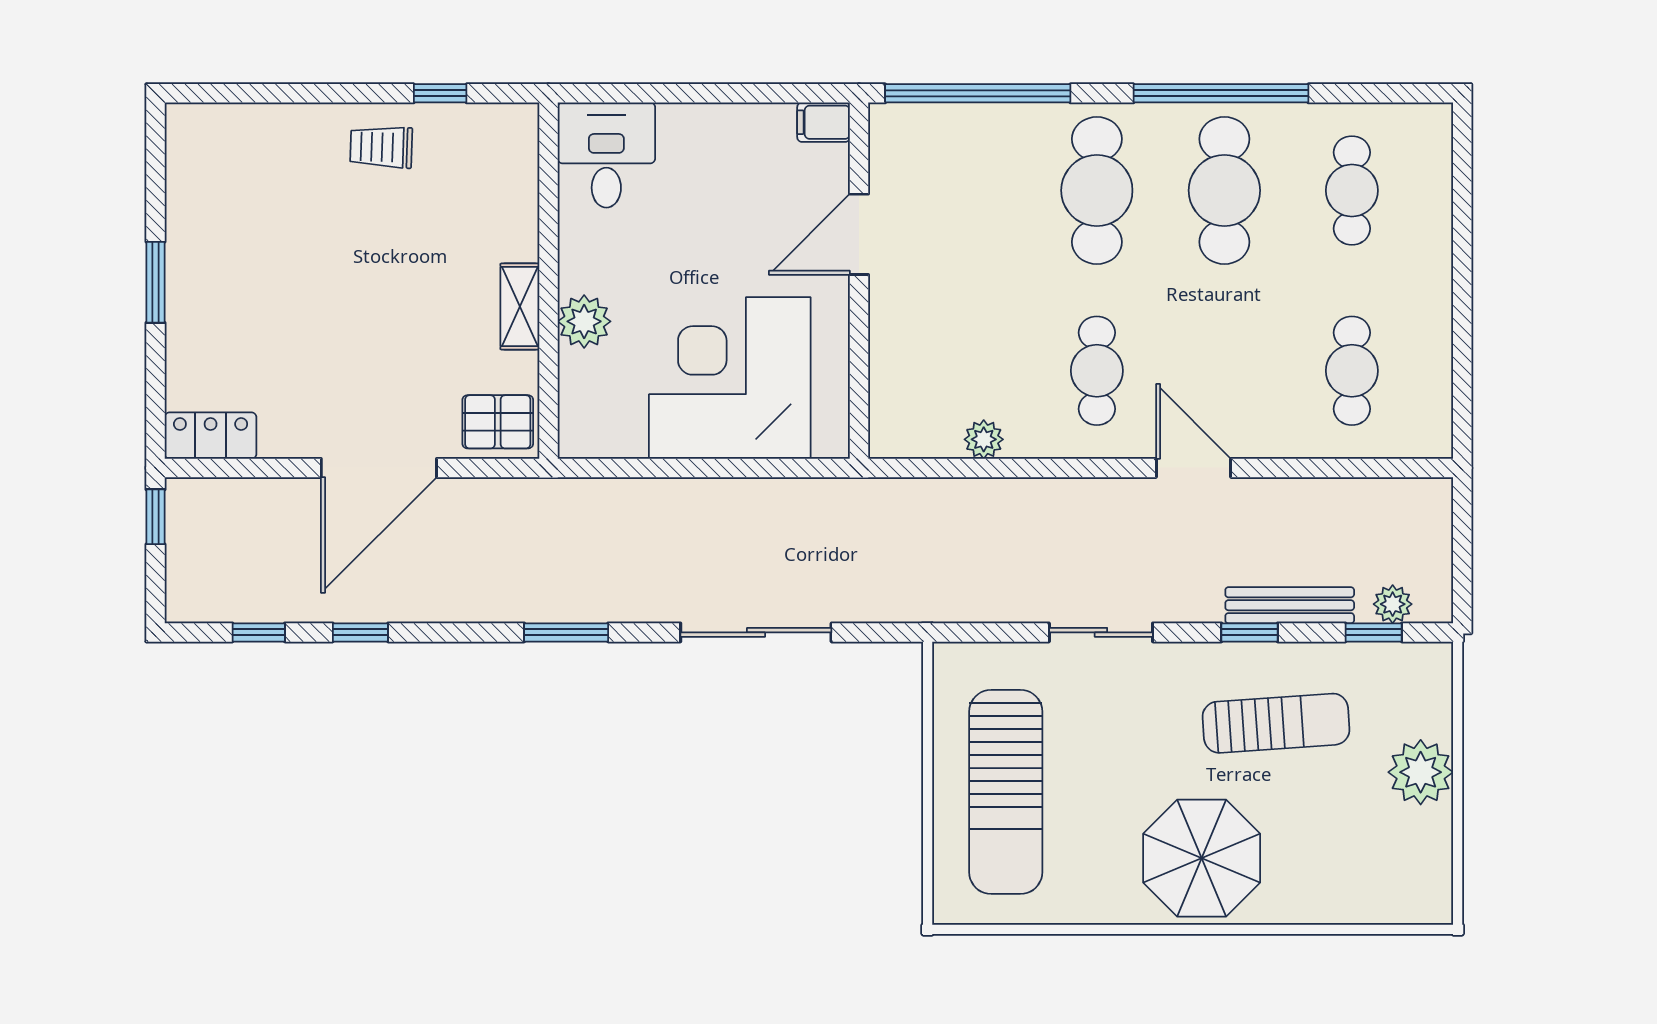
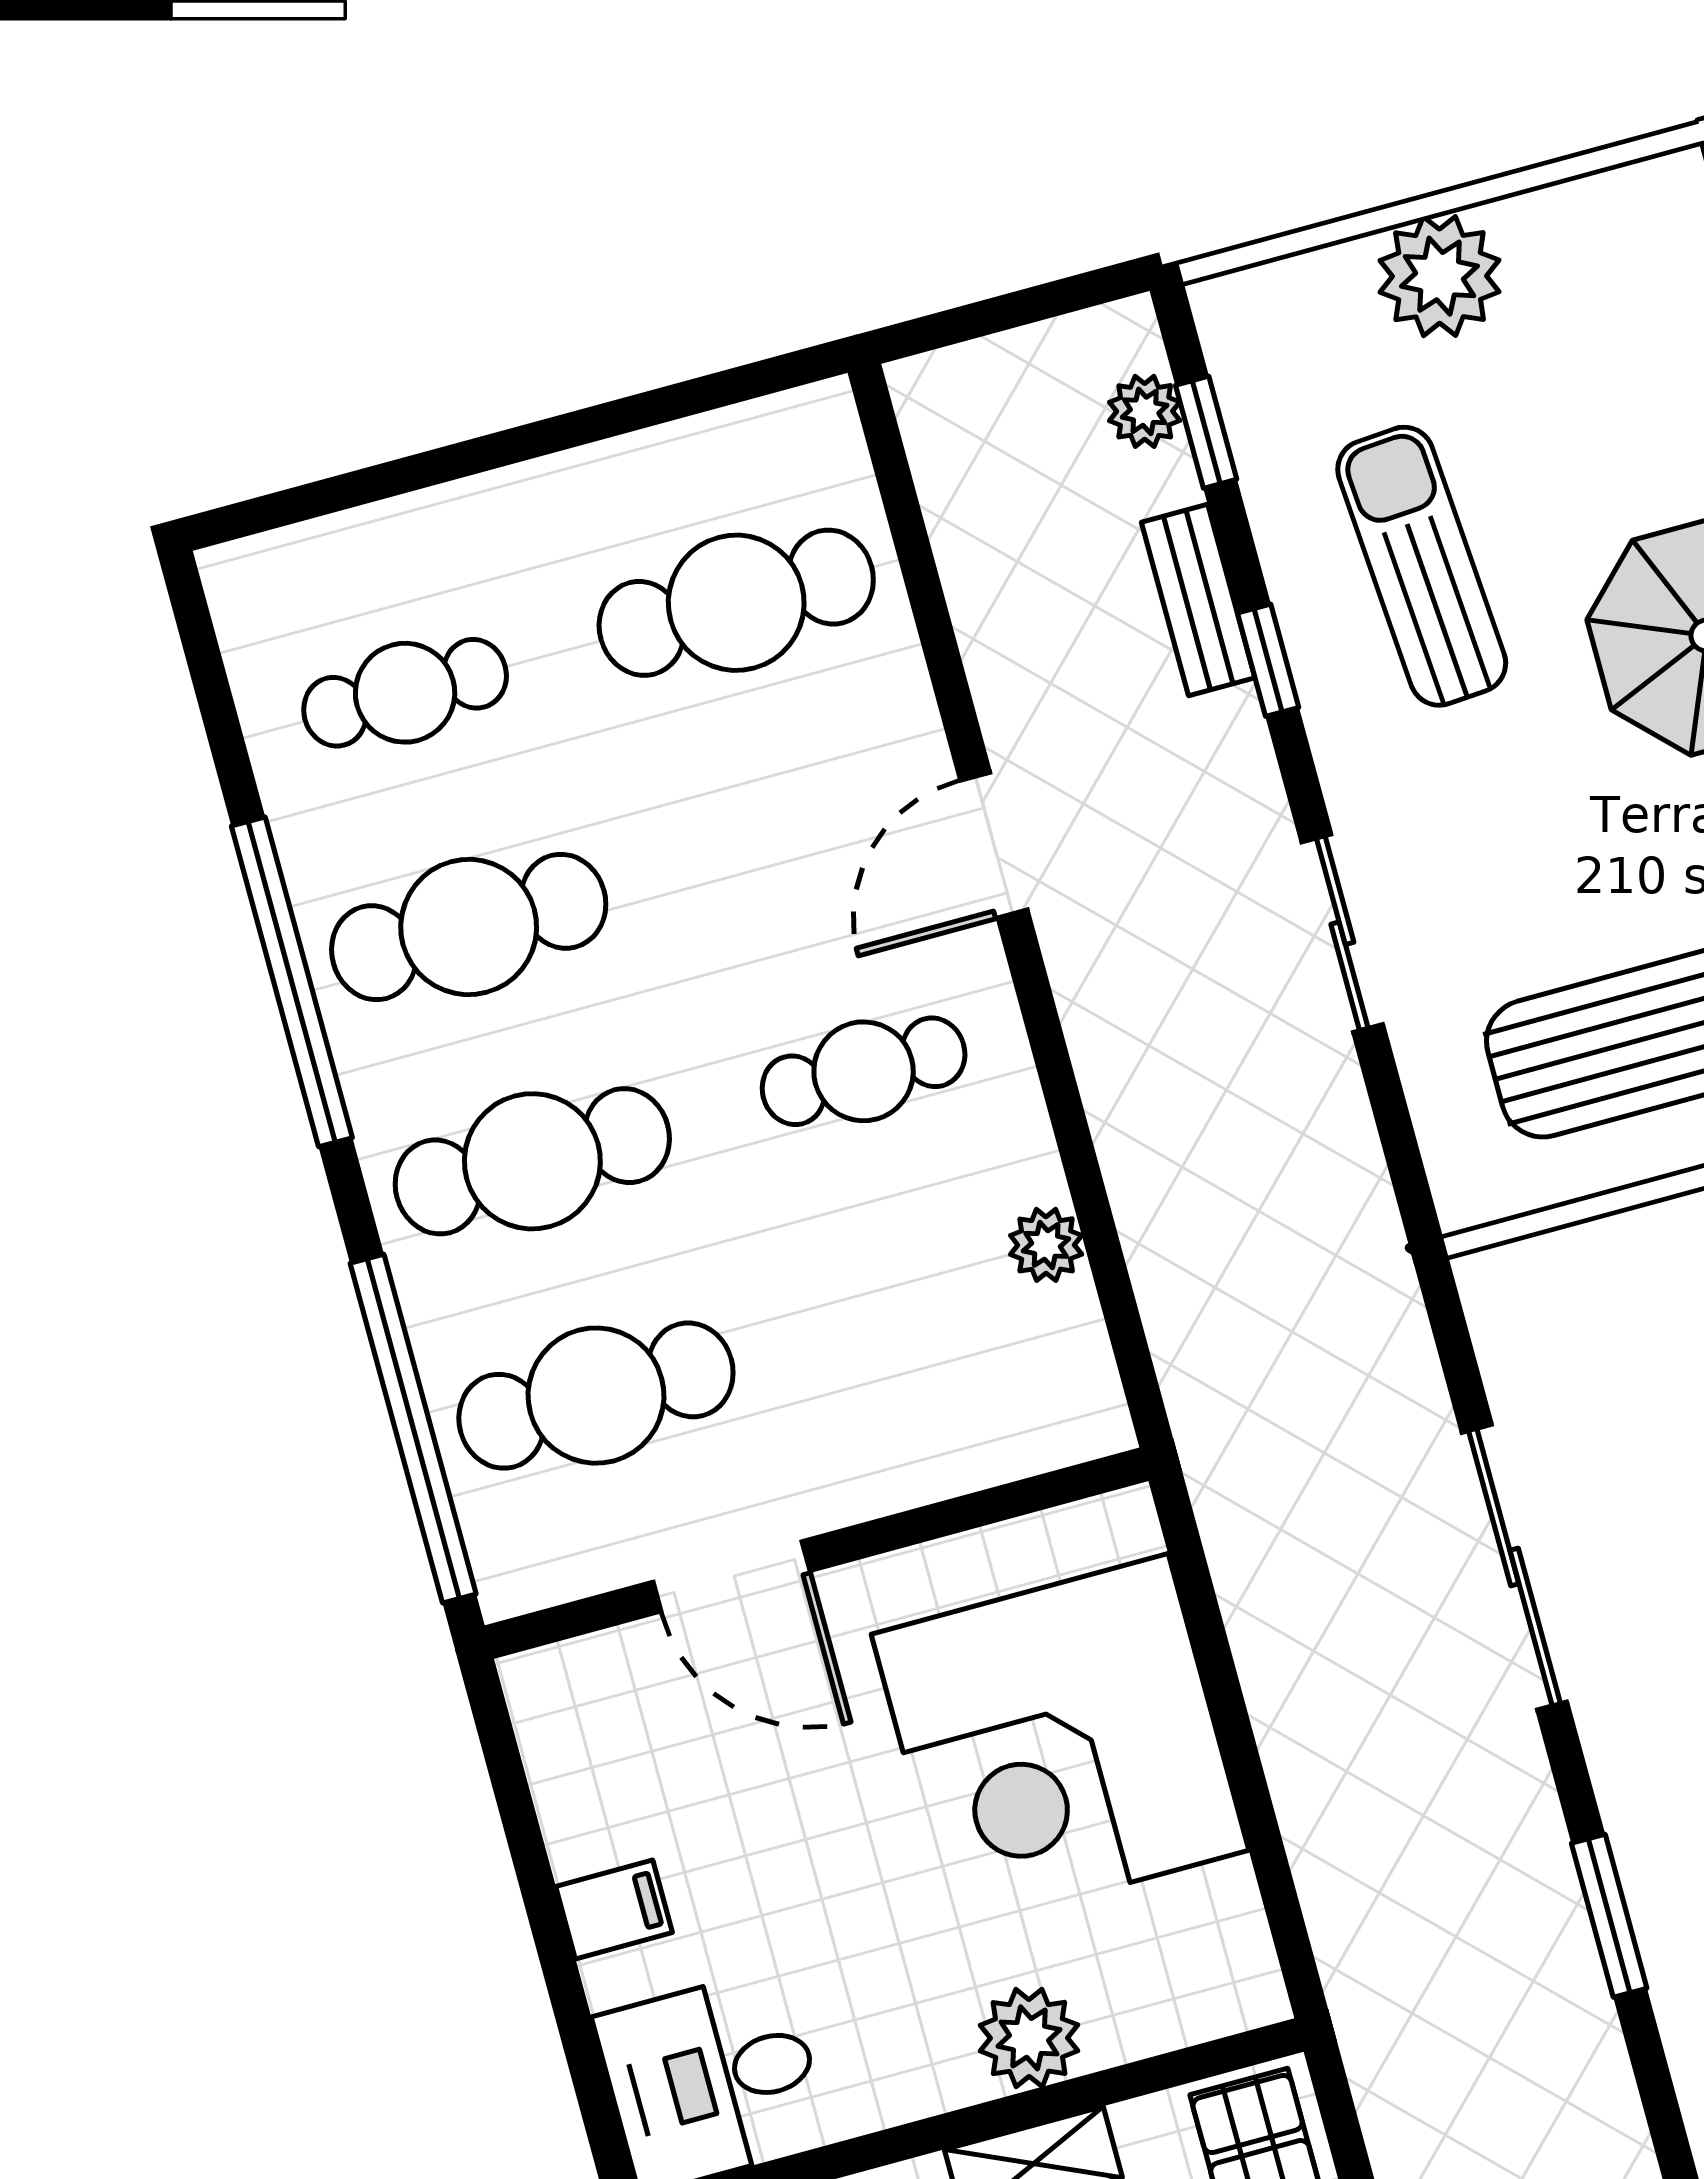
filing cabinet: (824, 122) -> (614, 1910), moved, turned -90
cafe table: (969, 190) -> (596, 1396), added
cafe table: (1352, 371) -> (736, 603), width x1.37, depth x1.35
bench: (1290, 605) -> (1198, 600), width x0.73

